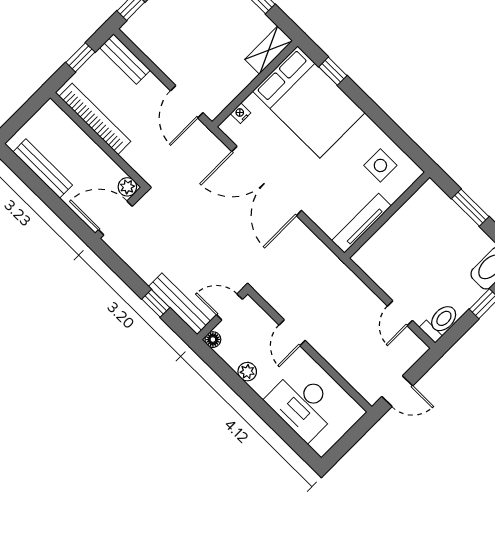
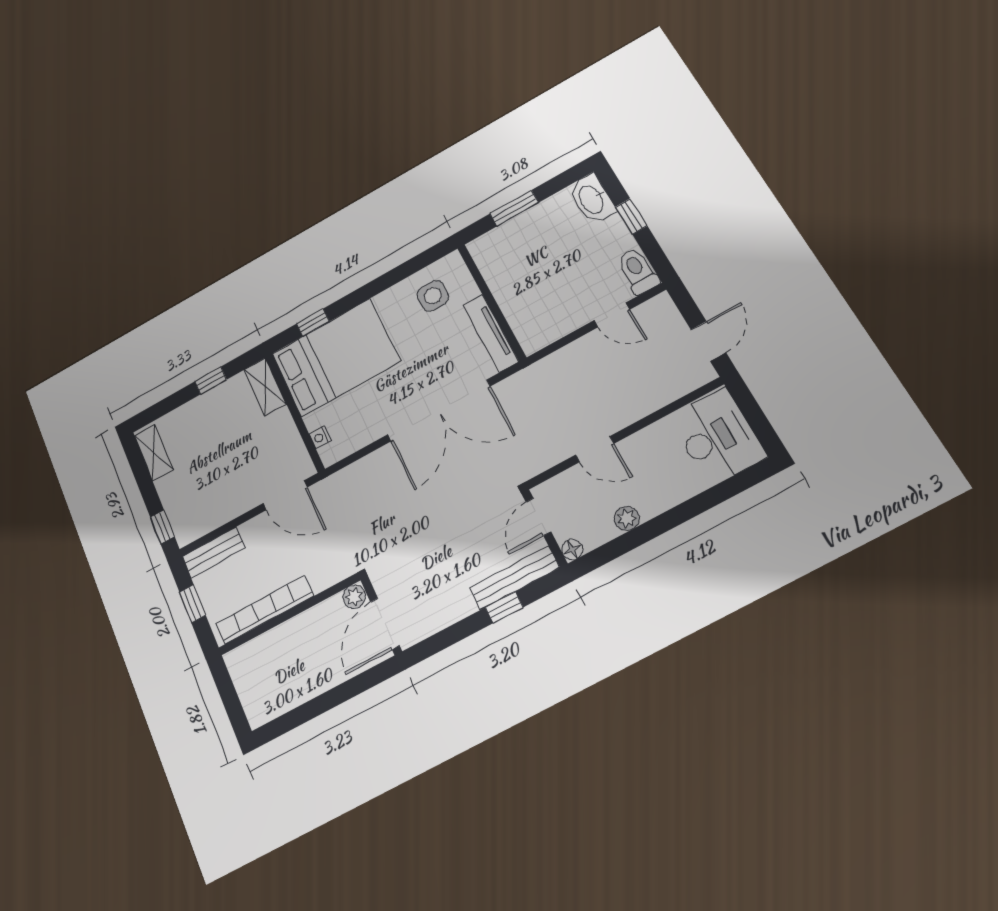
bench: (43, 168) -> (297, 694), removed
double door: (267, 181) -> (439, 411), moved
desk: (302, 405) -> (717, 437), moved, turned -90

